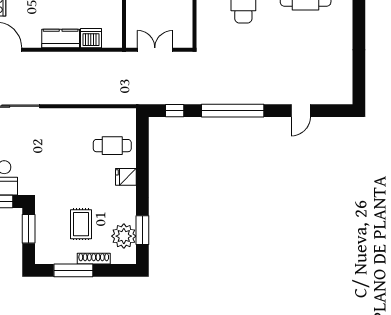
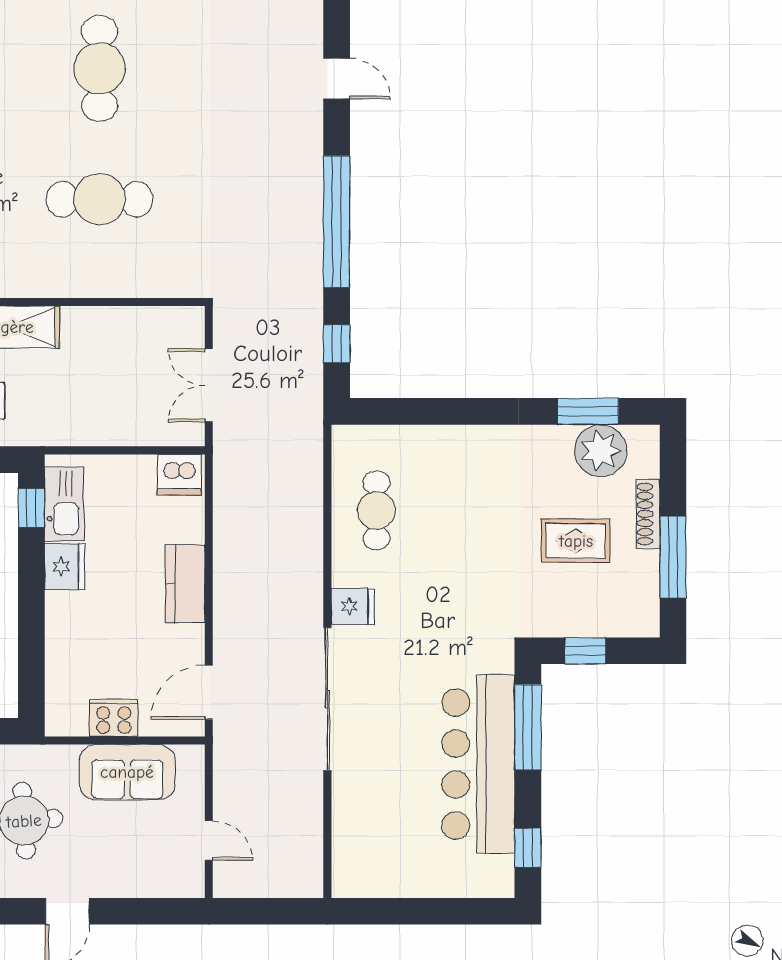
dishwasher: (91, 38) -> (179, 475), moved, turned -90
cafe table: (112, 146) -> (376, 511), moved
fridge: (126, 177) -> (353, 606), moved, turned -90
window: (29, 229) -> (585, 651), width x0.67

